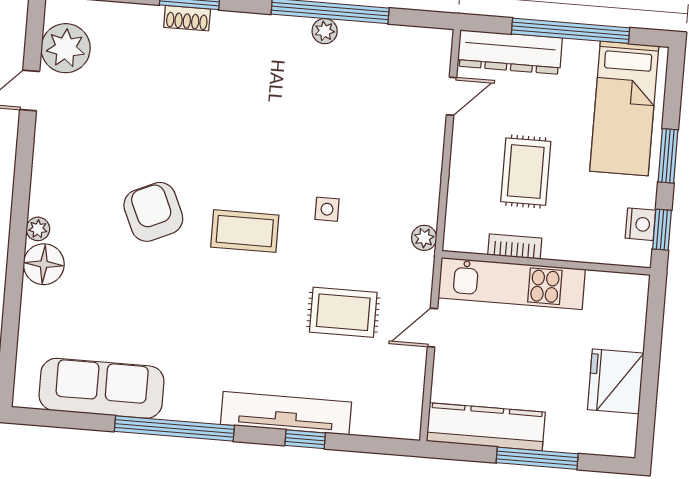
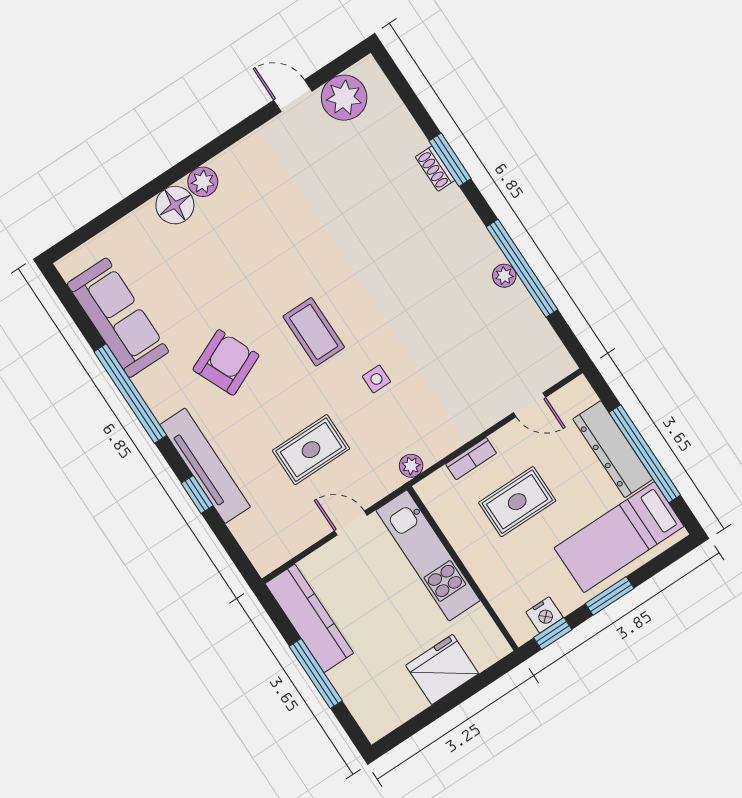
dresser: (510, 52) -> (613, 449), moved
armchair: (153, 212) -> (226, 362), moved
plant: (38, 229) -> (203, 182), width x1.38, depth x1.38
bookcase: (515, 246) -> (471, 459), moved, turned 90
rug: (343, 312) -> (311, 450), turned 90
fridge: (616, 381) -> (442, 670), moved

